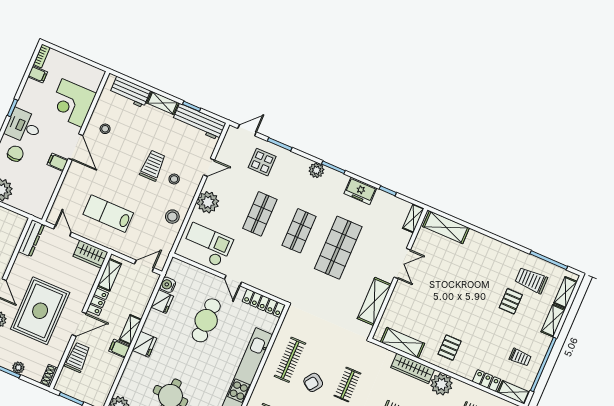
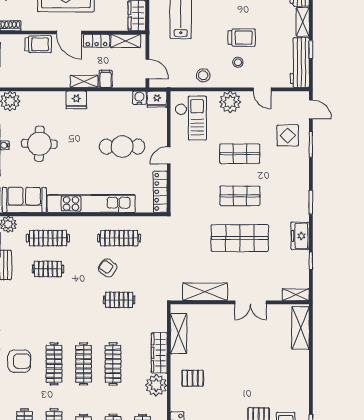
plant: (316, 170) -> (302, 188), removed
fridge: (162, 302) -> (157, 99), moved
filing cabinet: (119, 349) -> (106, 79), moved

